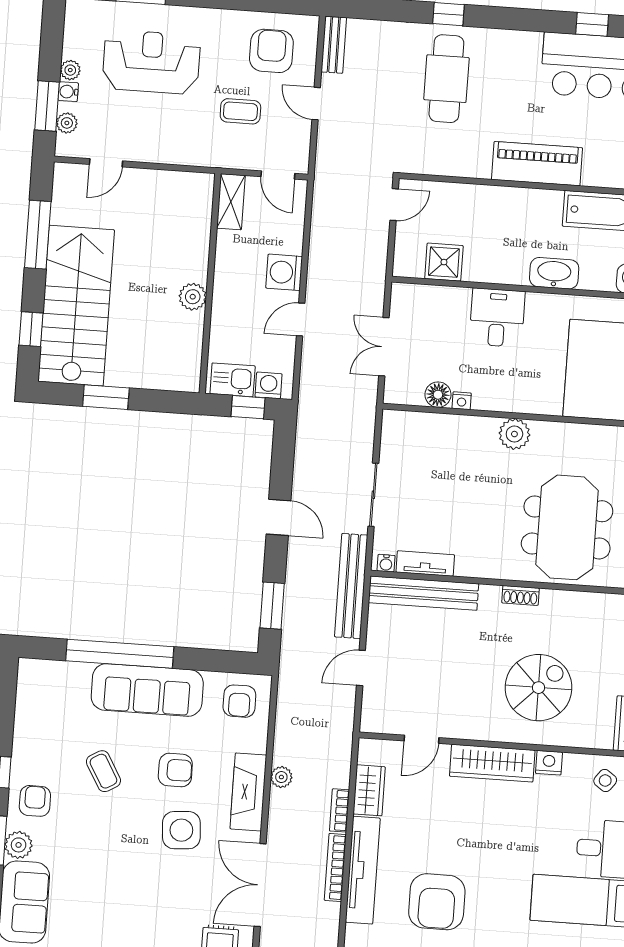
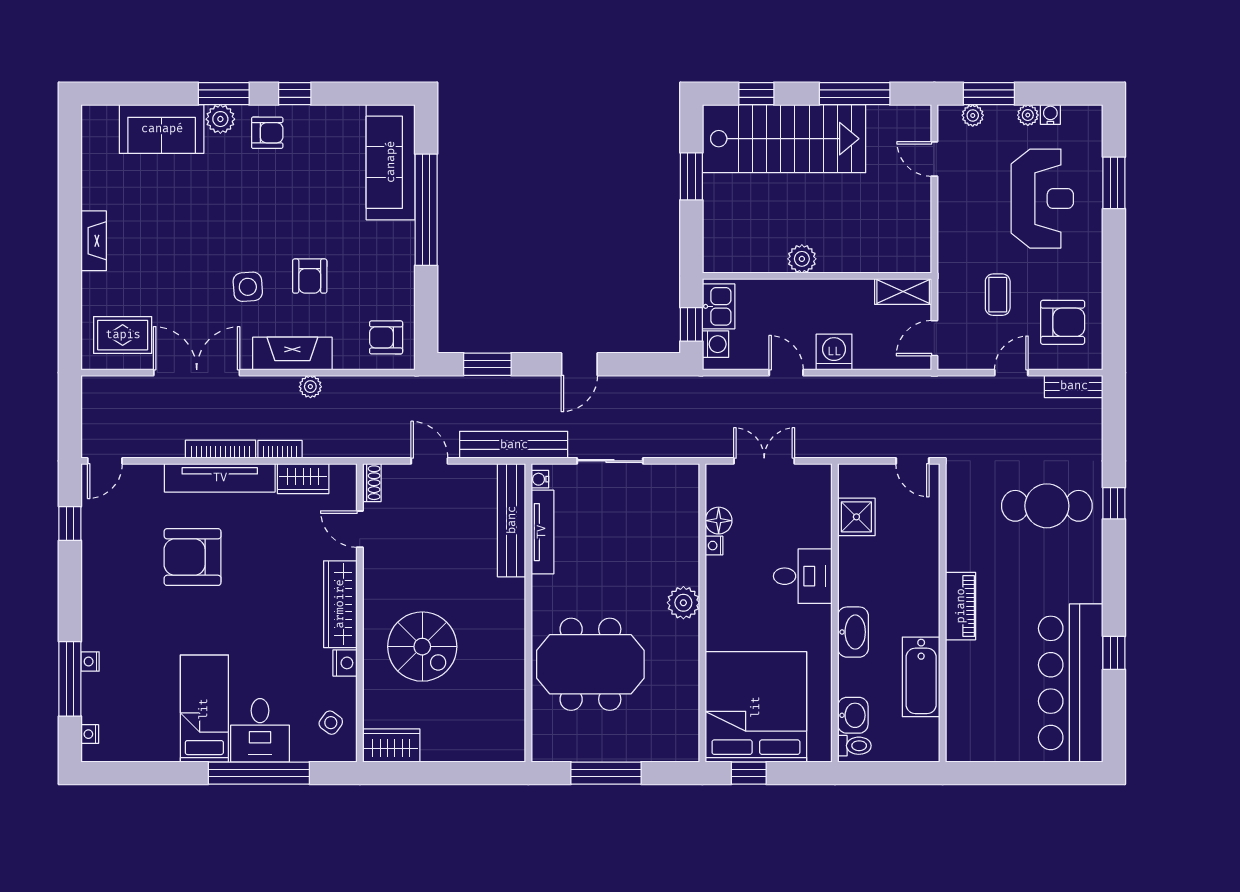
water cooler: (68, 92) -> (1050, 115), moved
piano: (537, 164) -> (961, 606), width x0.73, depth x0.75
tv unit: (425, 563) -> (542, 532), width x1.41
shoe rack: (520, 595) -> (372, 483), moved, turned 180
sofa: (147, 690) -> (391, 162), moved
coffee table: (103, 771) -> (303, 202), removed
side table: (181, 830) -> (248, 287), width x0.73, depth x0.73

